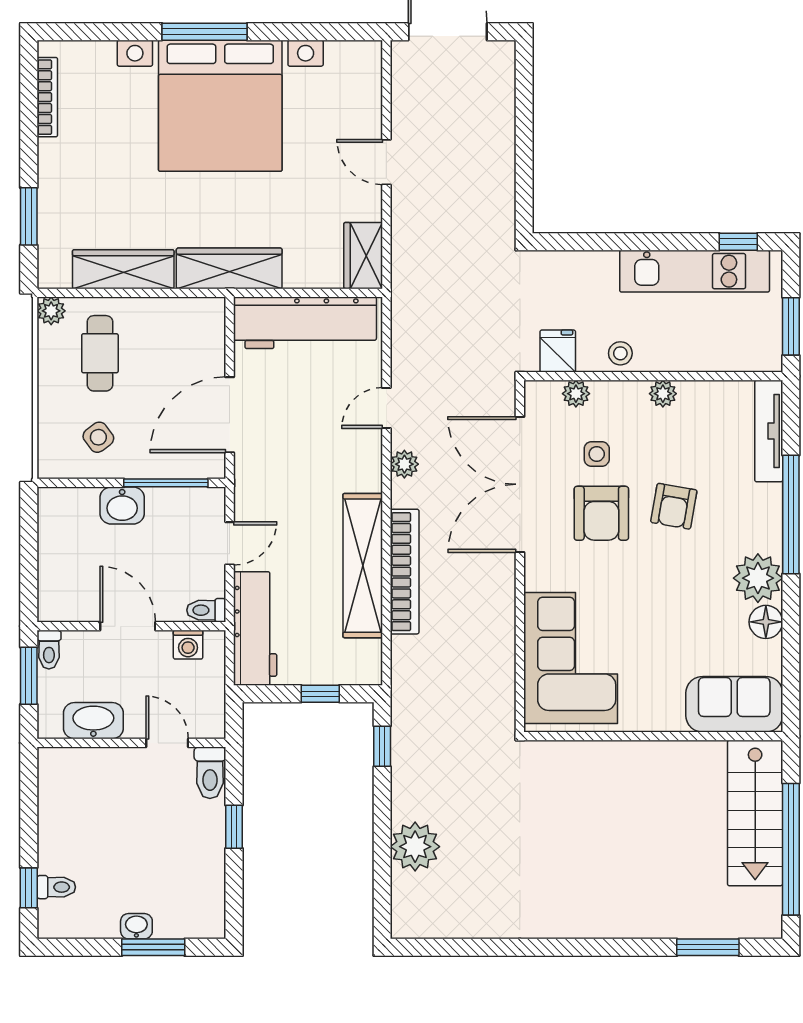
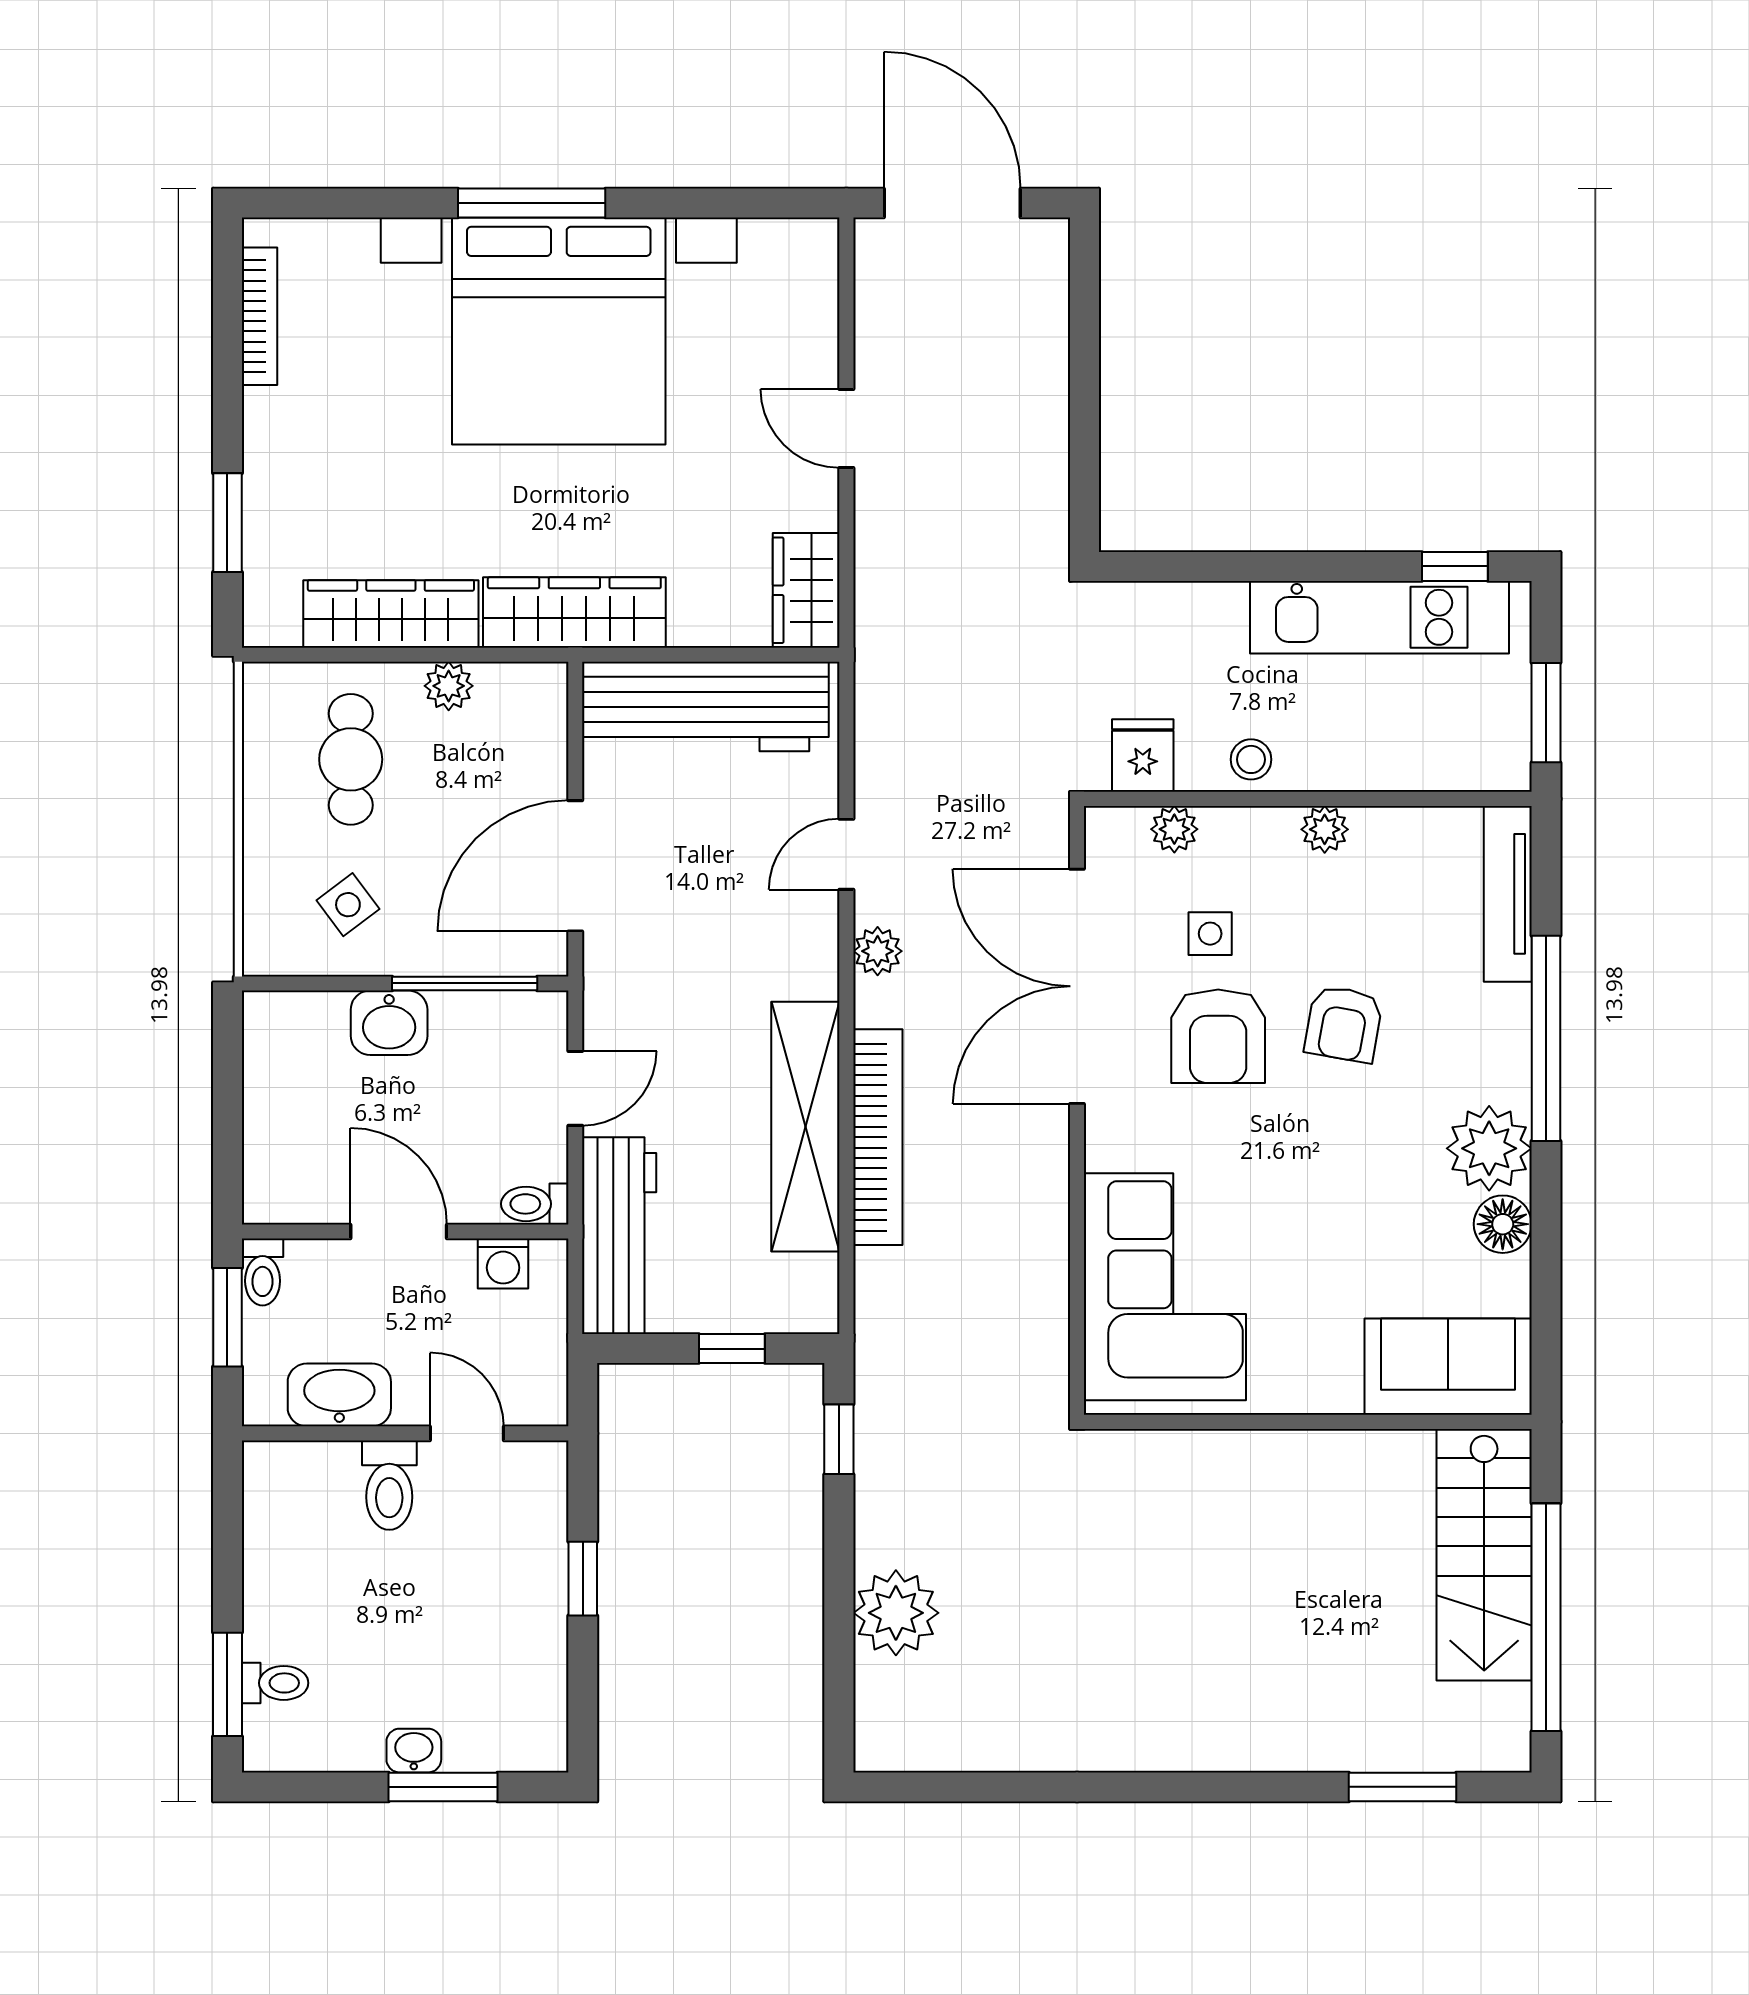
plant: (51, 311) -> (449, 686), moved
toilet: (210, 773) -> (389, 1485), moved
window: (29, 888) -> (227, 1684), width x1.50

